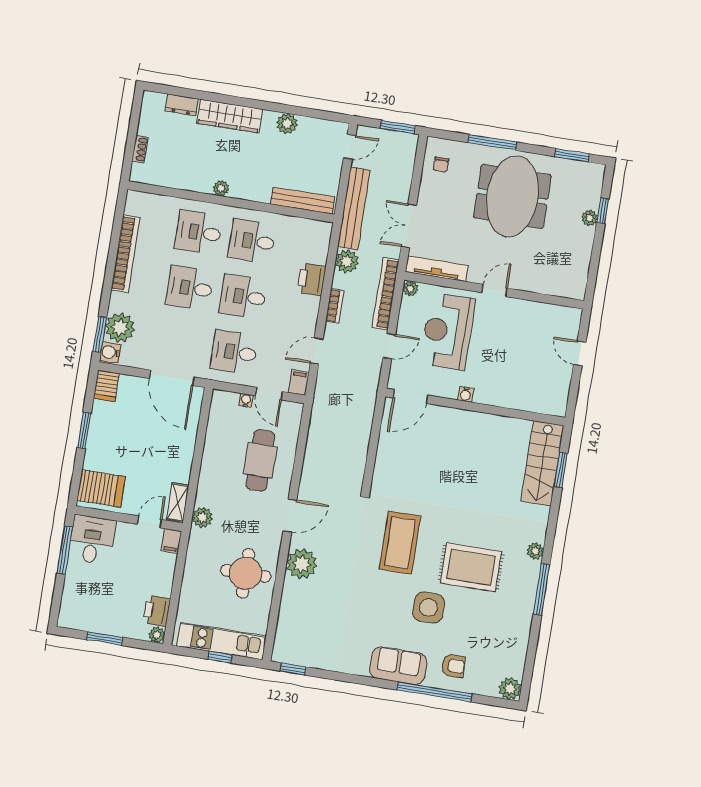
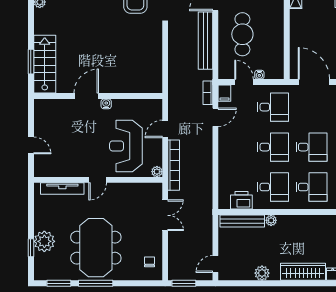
window: (492, 142) -> (96, 283), moved
plant: (221, 188) -> (271, 220), moved
bench: (354, 208) -> (206, 41), moved
plant: (590, 218) -> (44, 241), width x1.88, depth x1.88
plant: (347, 261) -> (204, 183), removed
tv unit: (437, 269) -> (62, 189), moved
printer: (312, 279) -> (241, 200), moved, turned -90
bookcase: (335, 306) -> (208, 93), moved
reception desk: (448, 331) -> (126, 146), turned 180
door: (410, 397) -> (86, 96), moved

